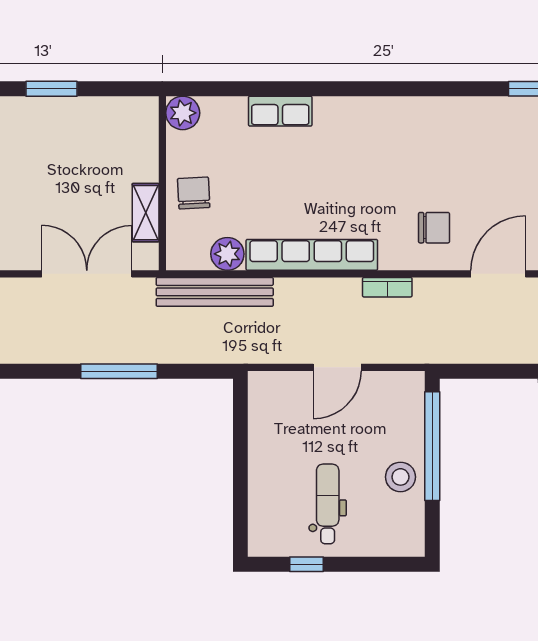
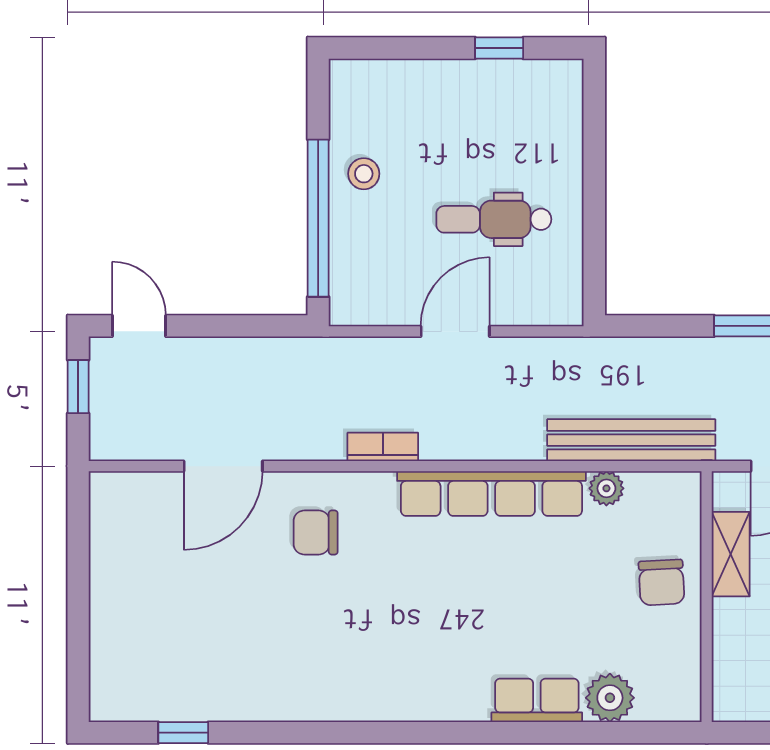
plant: (183, 113) -> (610, 698), moved
plant: (227, 254) -> (606, 488), width x0.73, depth x0.73
stool: (400, 477) -> (364, 174), width x0.73, depth x0.73
dental chair: (328, 504) -> (494, 219), moved, turned 90

